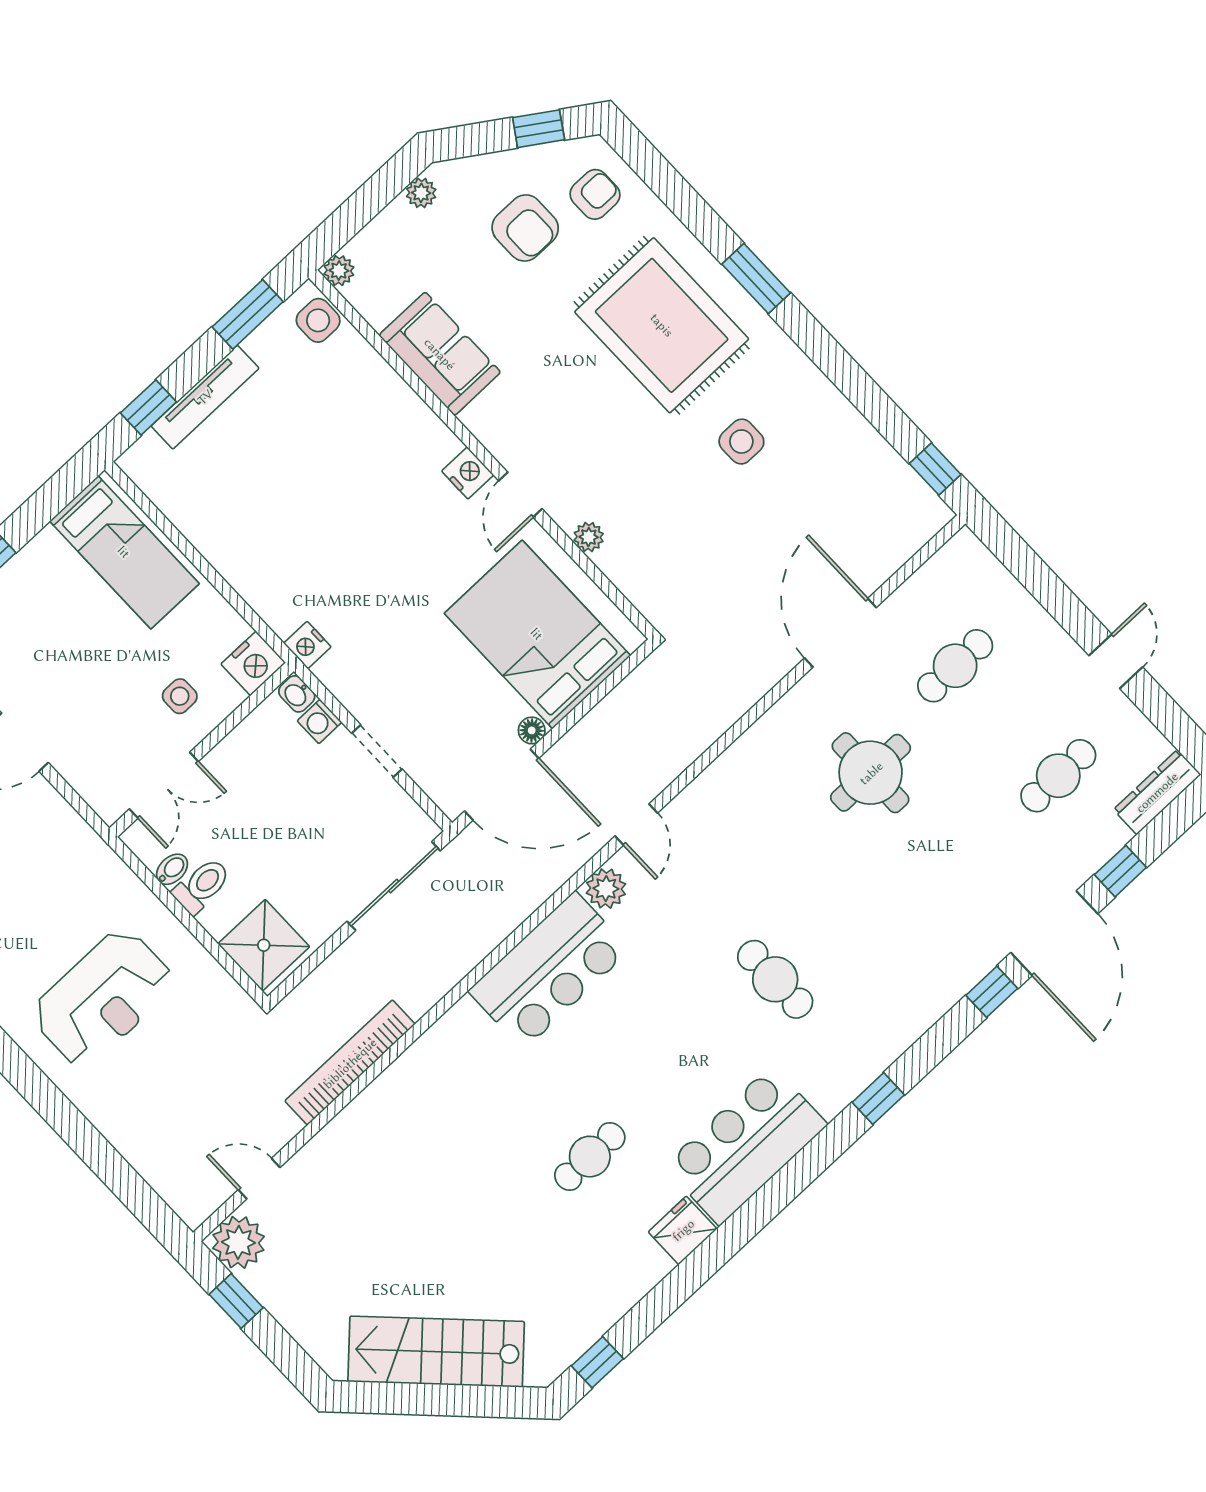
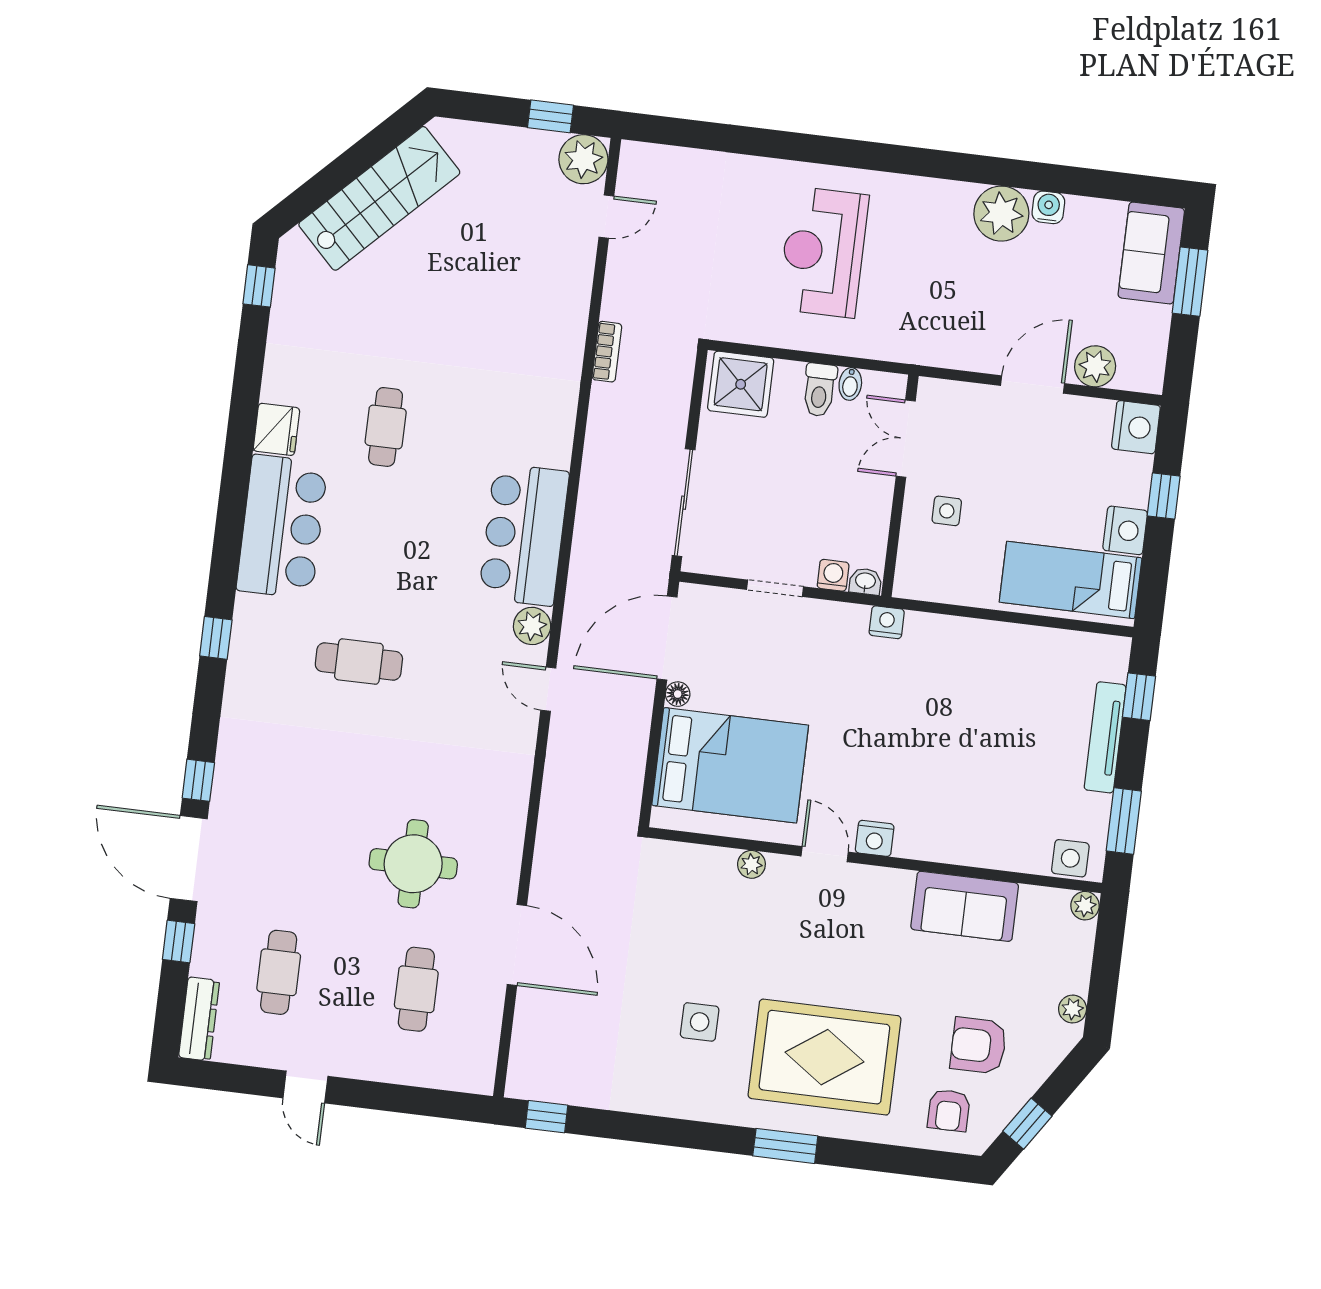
nightstand: (253, 663) -> (1125, 530), moved, turned 180
bookcase: (350, 1063) -> (607, 352), width x0.43, depth x0.76

